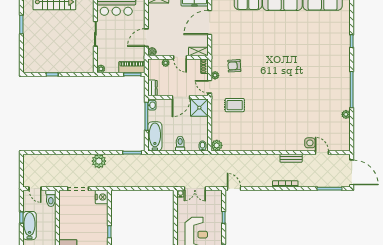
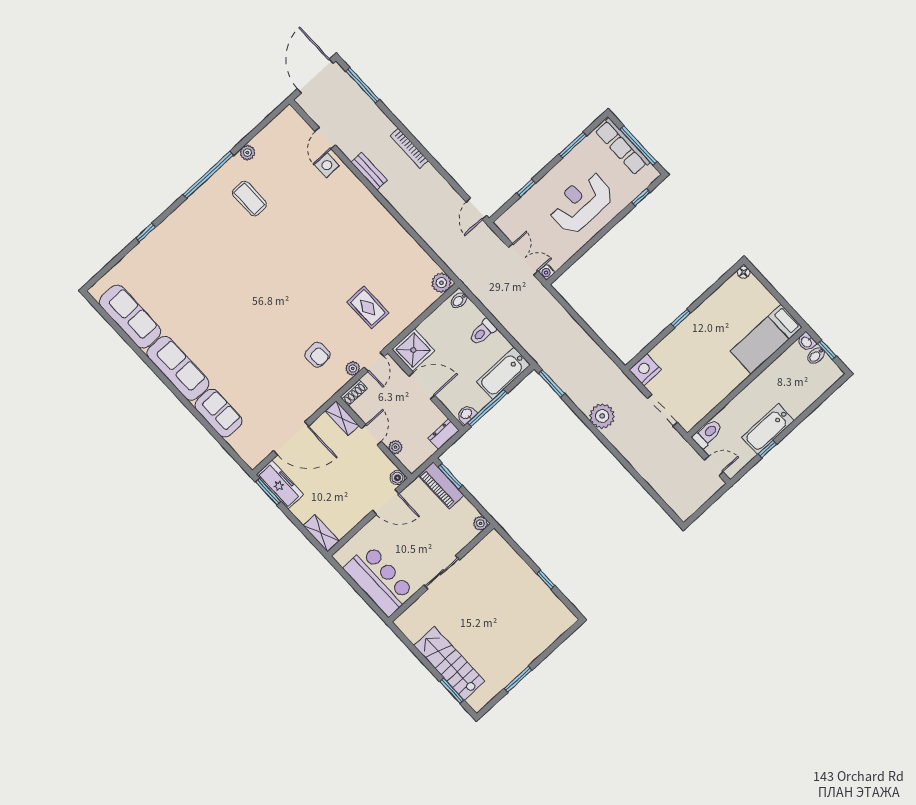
coffee table: (326, 98) -> (249, 199), added
door: (35, 189) -> (714, 466), hinge flipped

